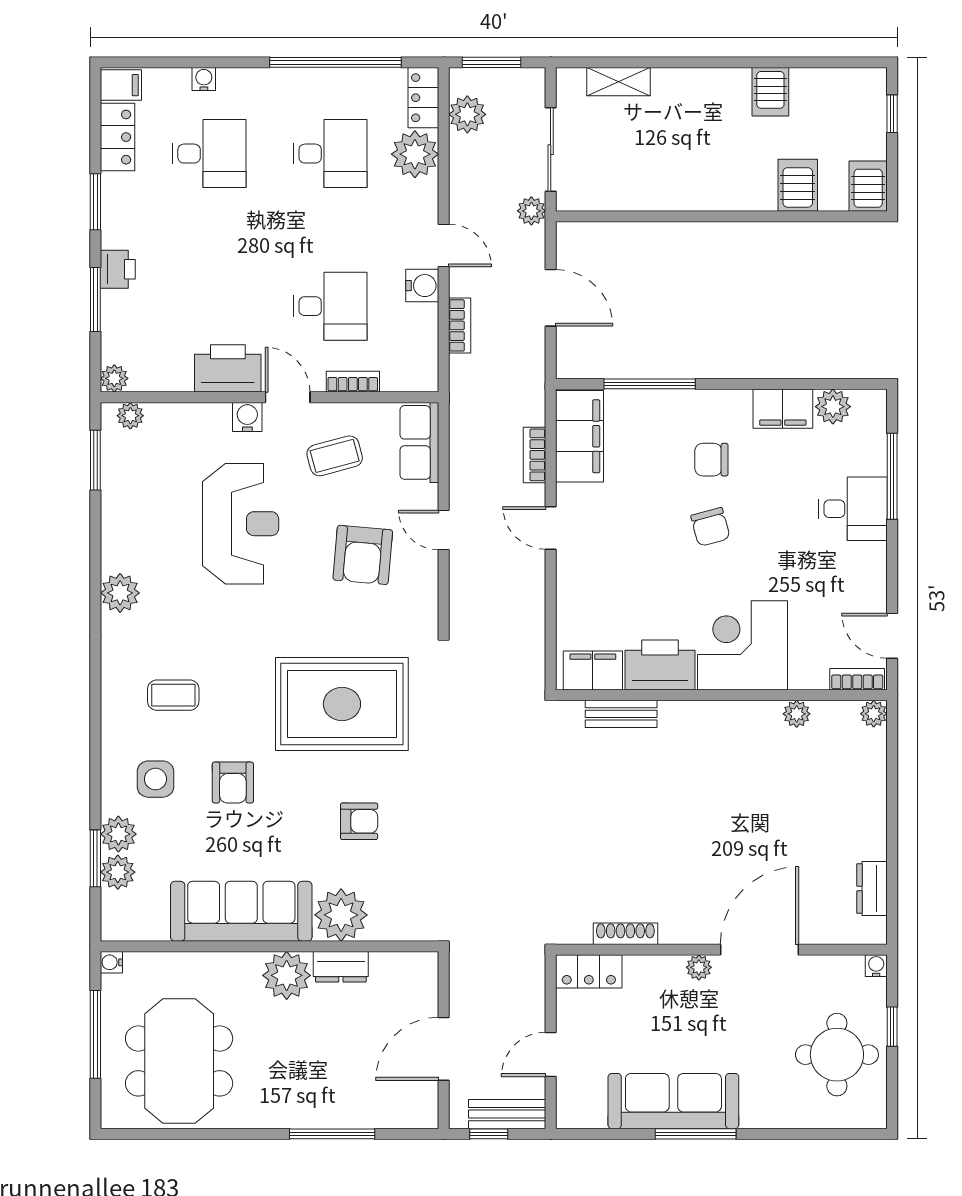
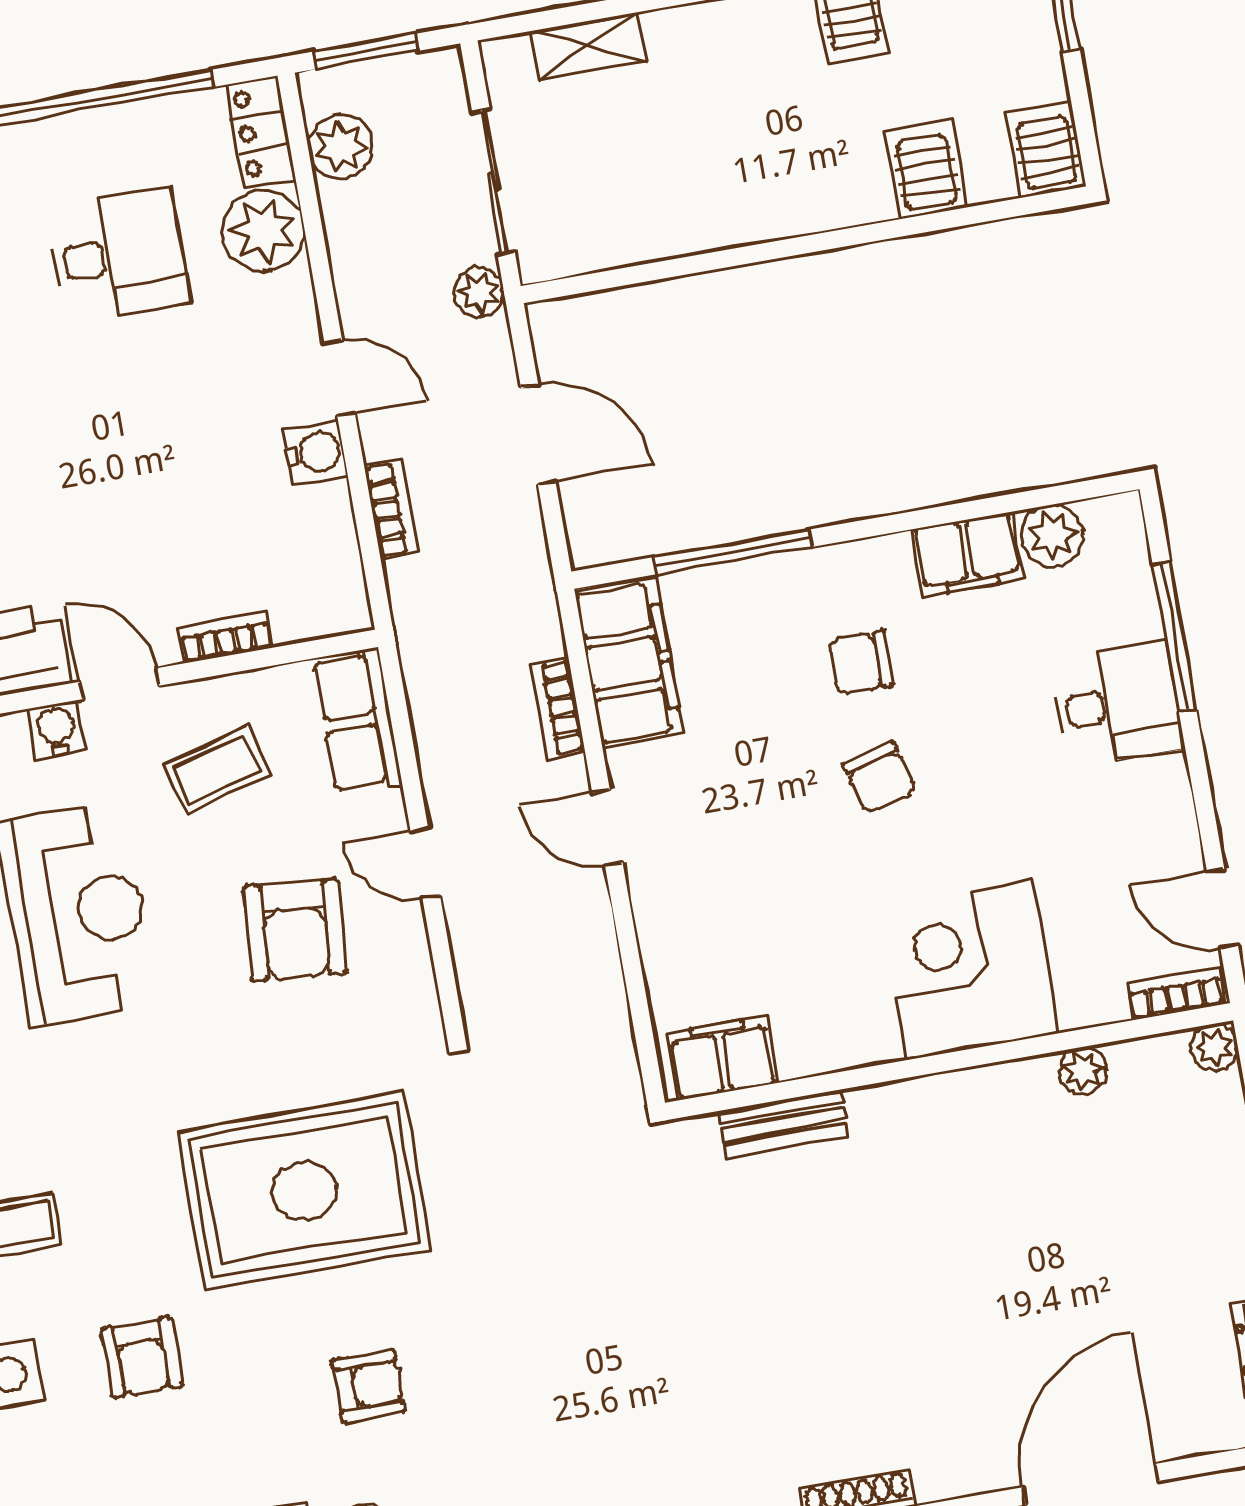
desk: (330, 306) -> (164, 516), removed
printer: (660, 665) -> (835, 1029), removed

